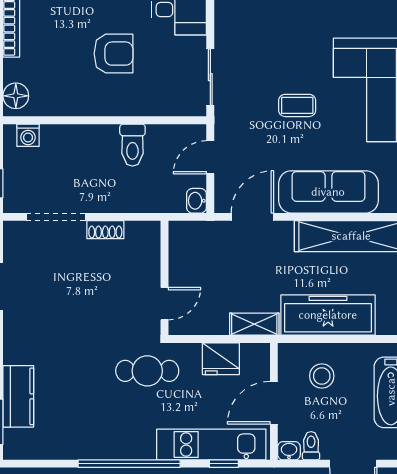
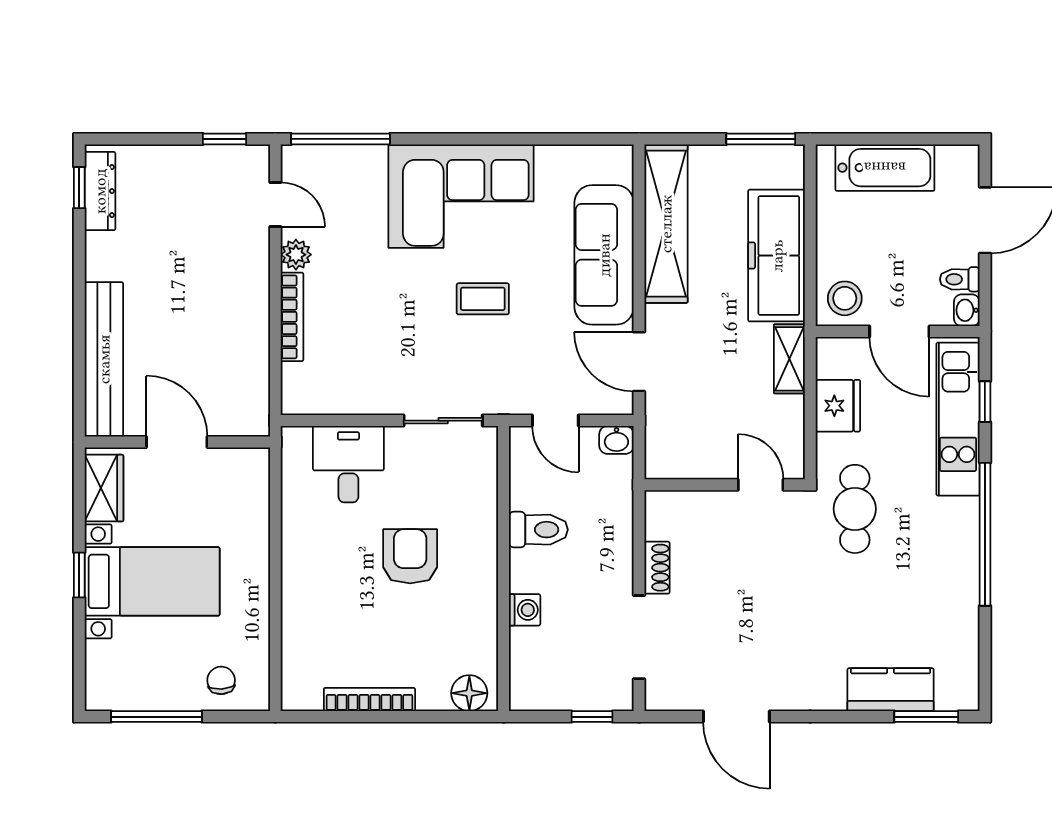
coffee table: (297, 105) -> (483, 299), turned 90
washing machine: (28, 135) -> (525, 610), moved
stool: (322, 376) -> (845, 298), moved

